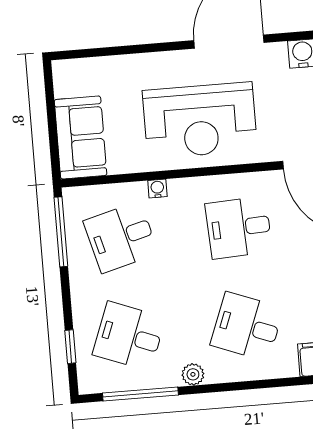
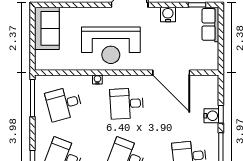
sofa: (81, 137) -> (47, 28), moved
water cooler: (157, 189) -> (97, 79), moved

